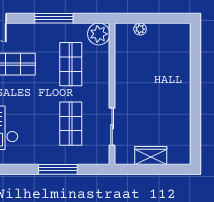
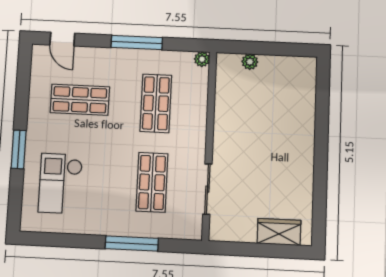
plant: (99, 34) -> (202, 59), width x0.53, depth x0.53
wardrobe: (151, 156) -> (279, 232), moved

